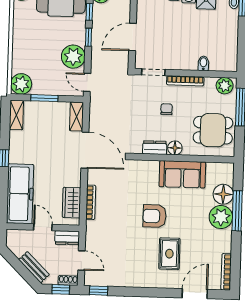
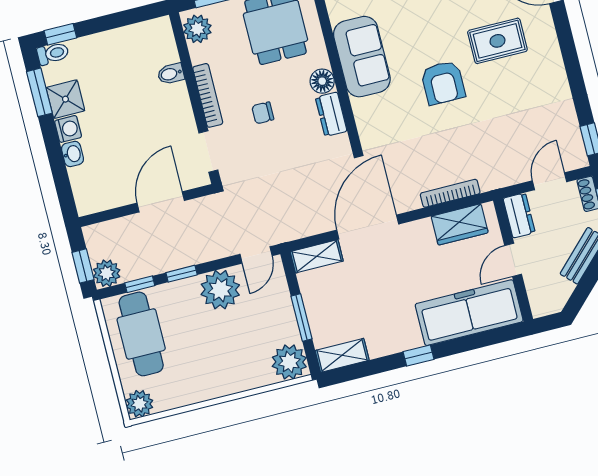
door: (133, 37) -> (161, 202), swing flipped

